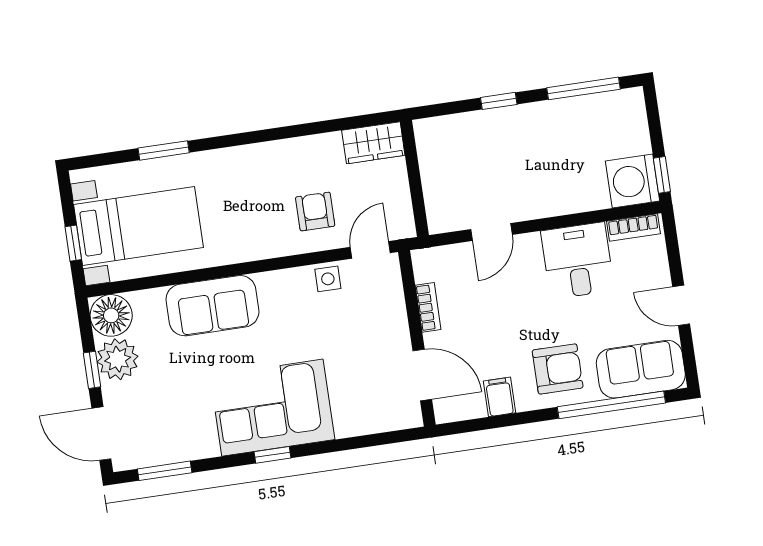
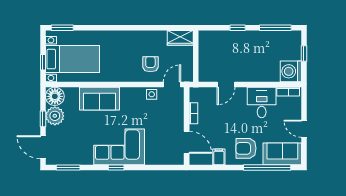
window: (164, 150) -> (62, 28), moved
window: (662, 175) -> (304, 54), moved
armchair: (558, 369) -> (246, 148), turned 180

